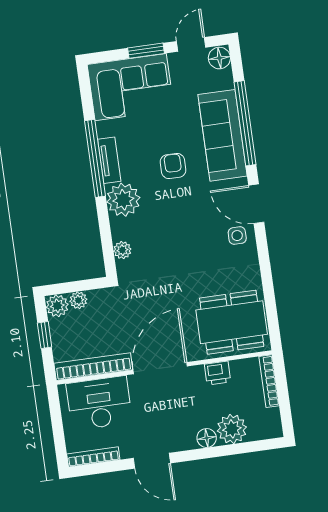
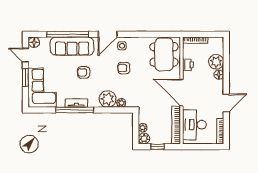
plant: (123, 200) -> (108, 99), moved
armchair: (193, 246) -> (124, 68), added

